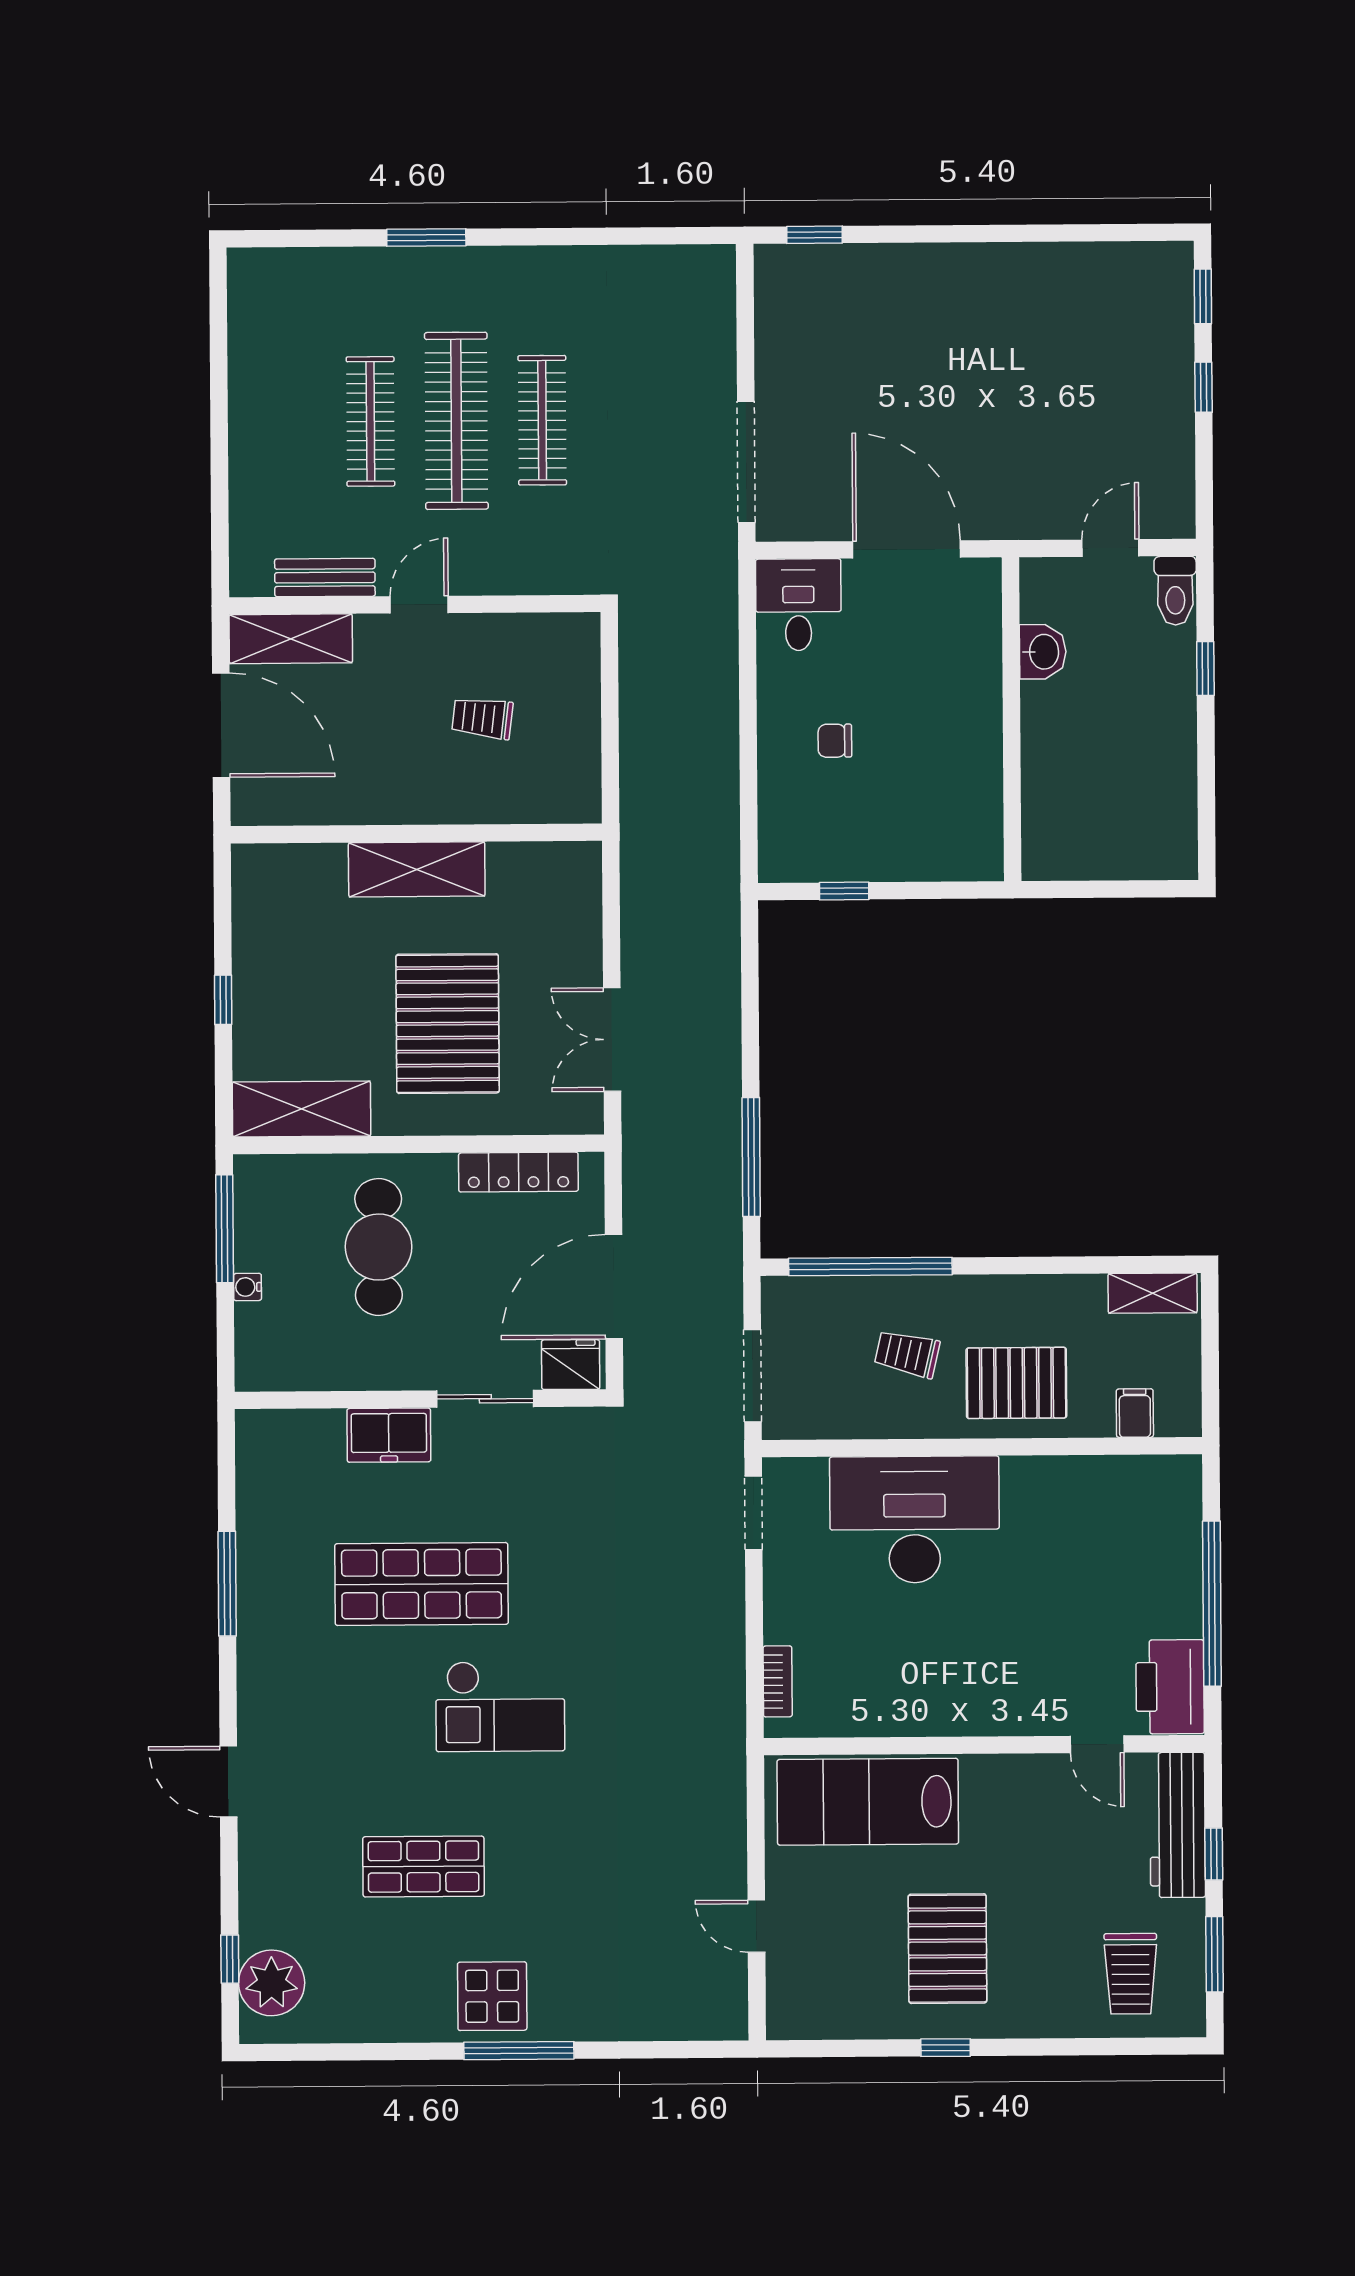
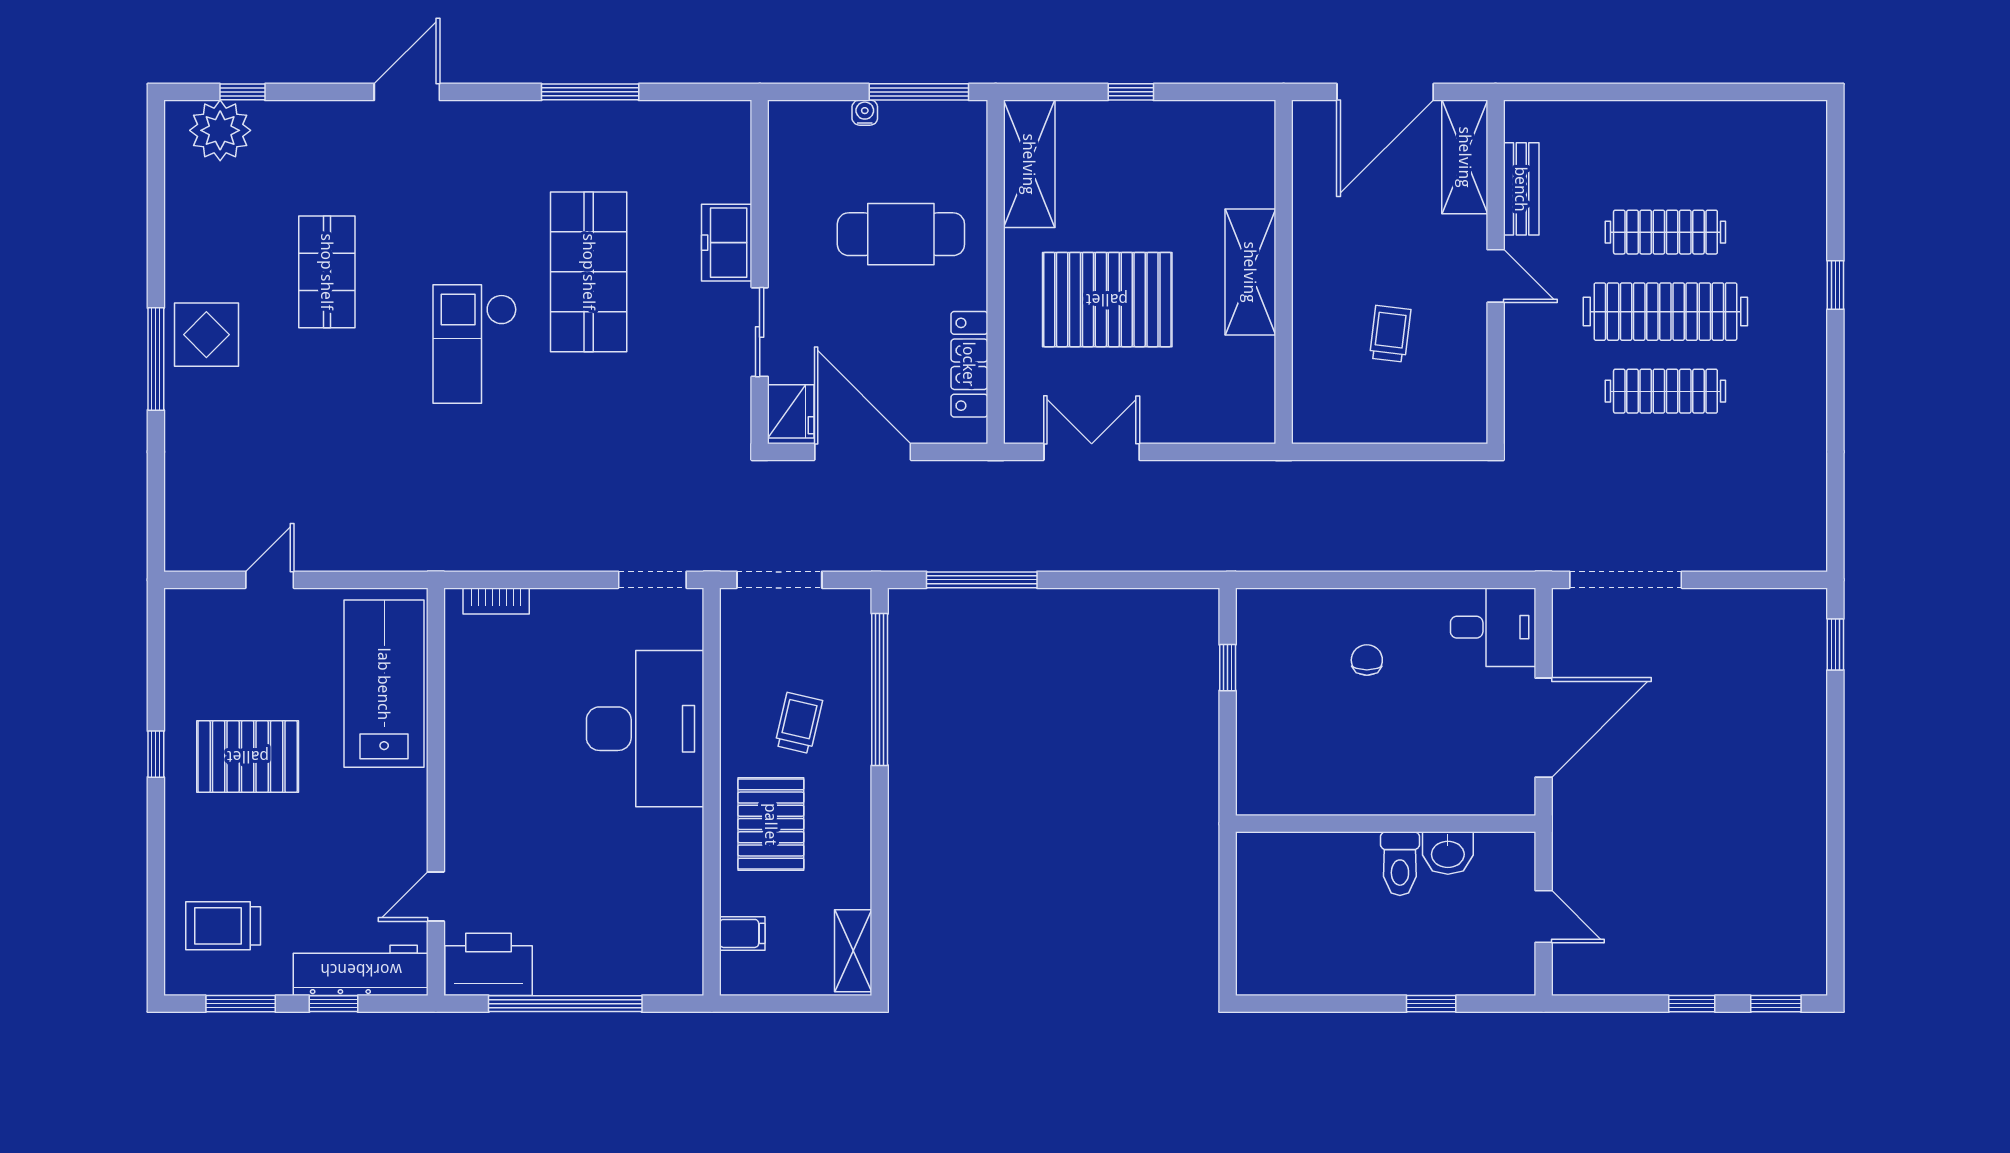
window: (426, 237) -> (1835, 285), width x0.67
toilet: (1175, 591) -> (1400, 864), moved, turned -90

